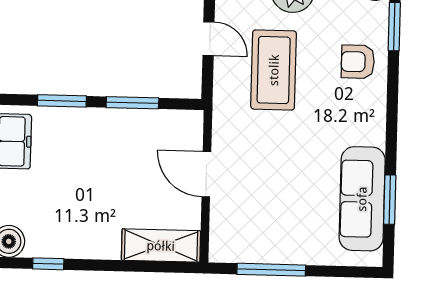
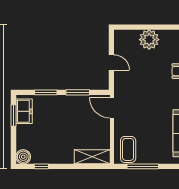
coffee table: (274, 70) -> (128, 149), moved, width x0.73, depth x0.76
door: (206, 174) -> (112, 108), moved

